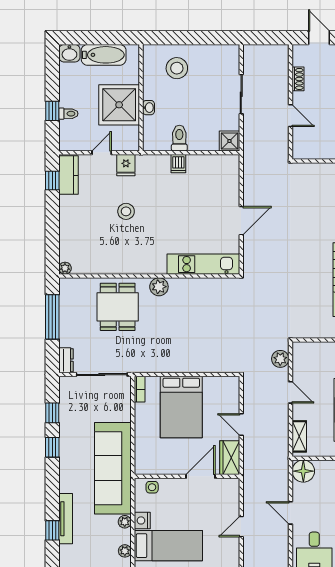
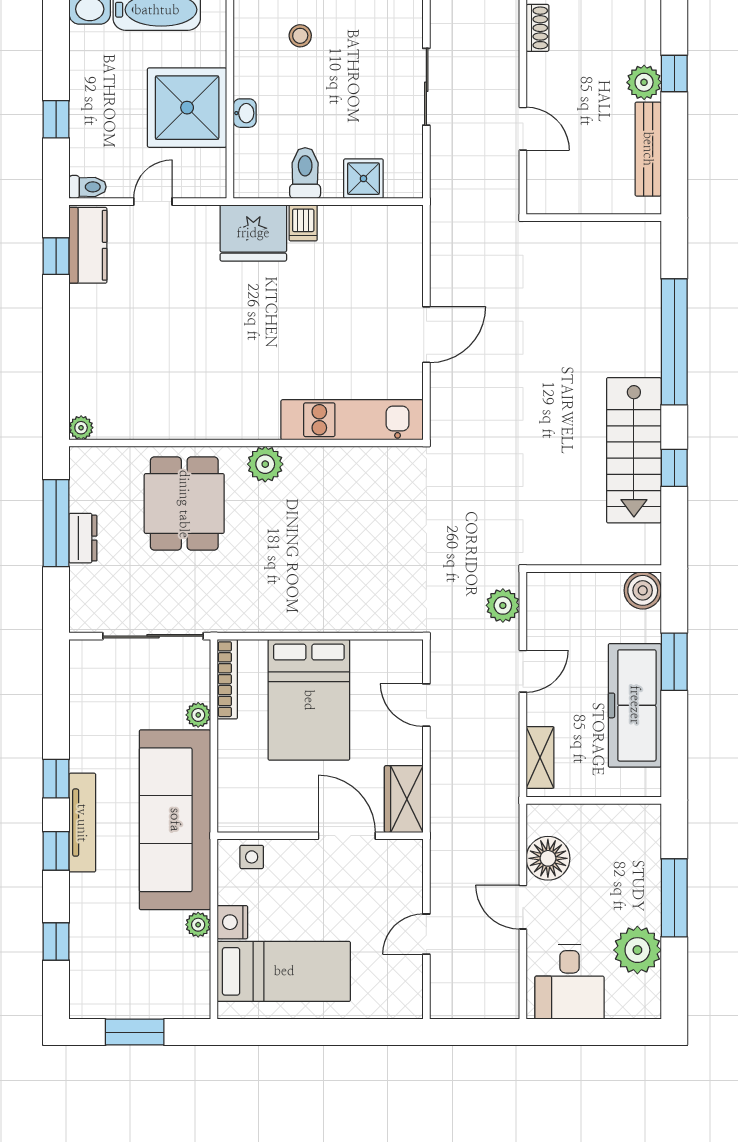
stool: (177, 68) -> (300, 36), width x0.53, depth x0.53
shoe rack: (298, 79) -> (538, 28), moved
toilet: (68, 114) -> (88, 187), moved
shower: (229, 141) -> (363, 179), moved
fridge: (126, 165) -> (253, 233), moved, width x1.88, depth x1.34
stool: (126, 211) -> (201, 316), removed
dresser: (66, 360) -> (83, 538), moved
bookcase: (140, 389) -> (227, 679), width x1.56
door: (290, 392) -> (523, 671), hinge flipped
window: (52, 413) -> (56, 851), moved
door: (241, 424) -> (426, 705), moved
floor lamp: (303, 471) -> (548, 858), moved
door: (201, 476) -> (347, 836), hinge flipped
tv unit: (66, 519) -> (82, 823), moved
plant: (125, 551) -> (198, 715), moved

